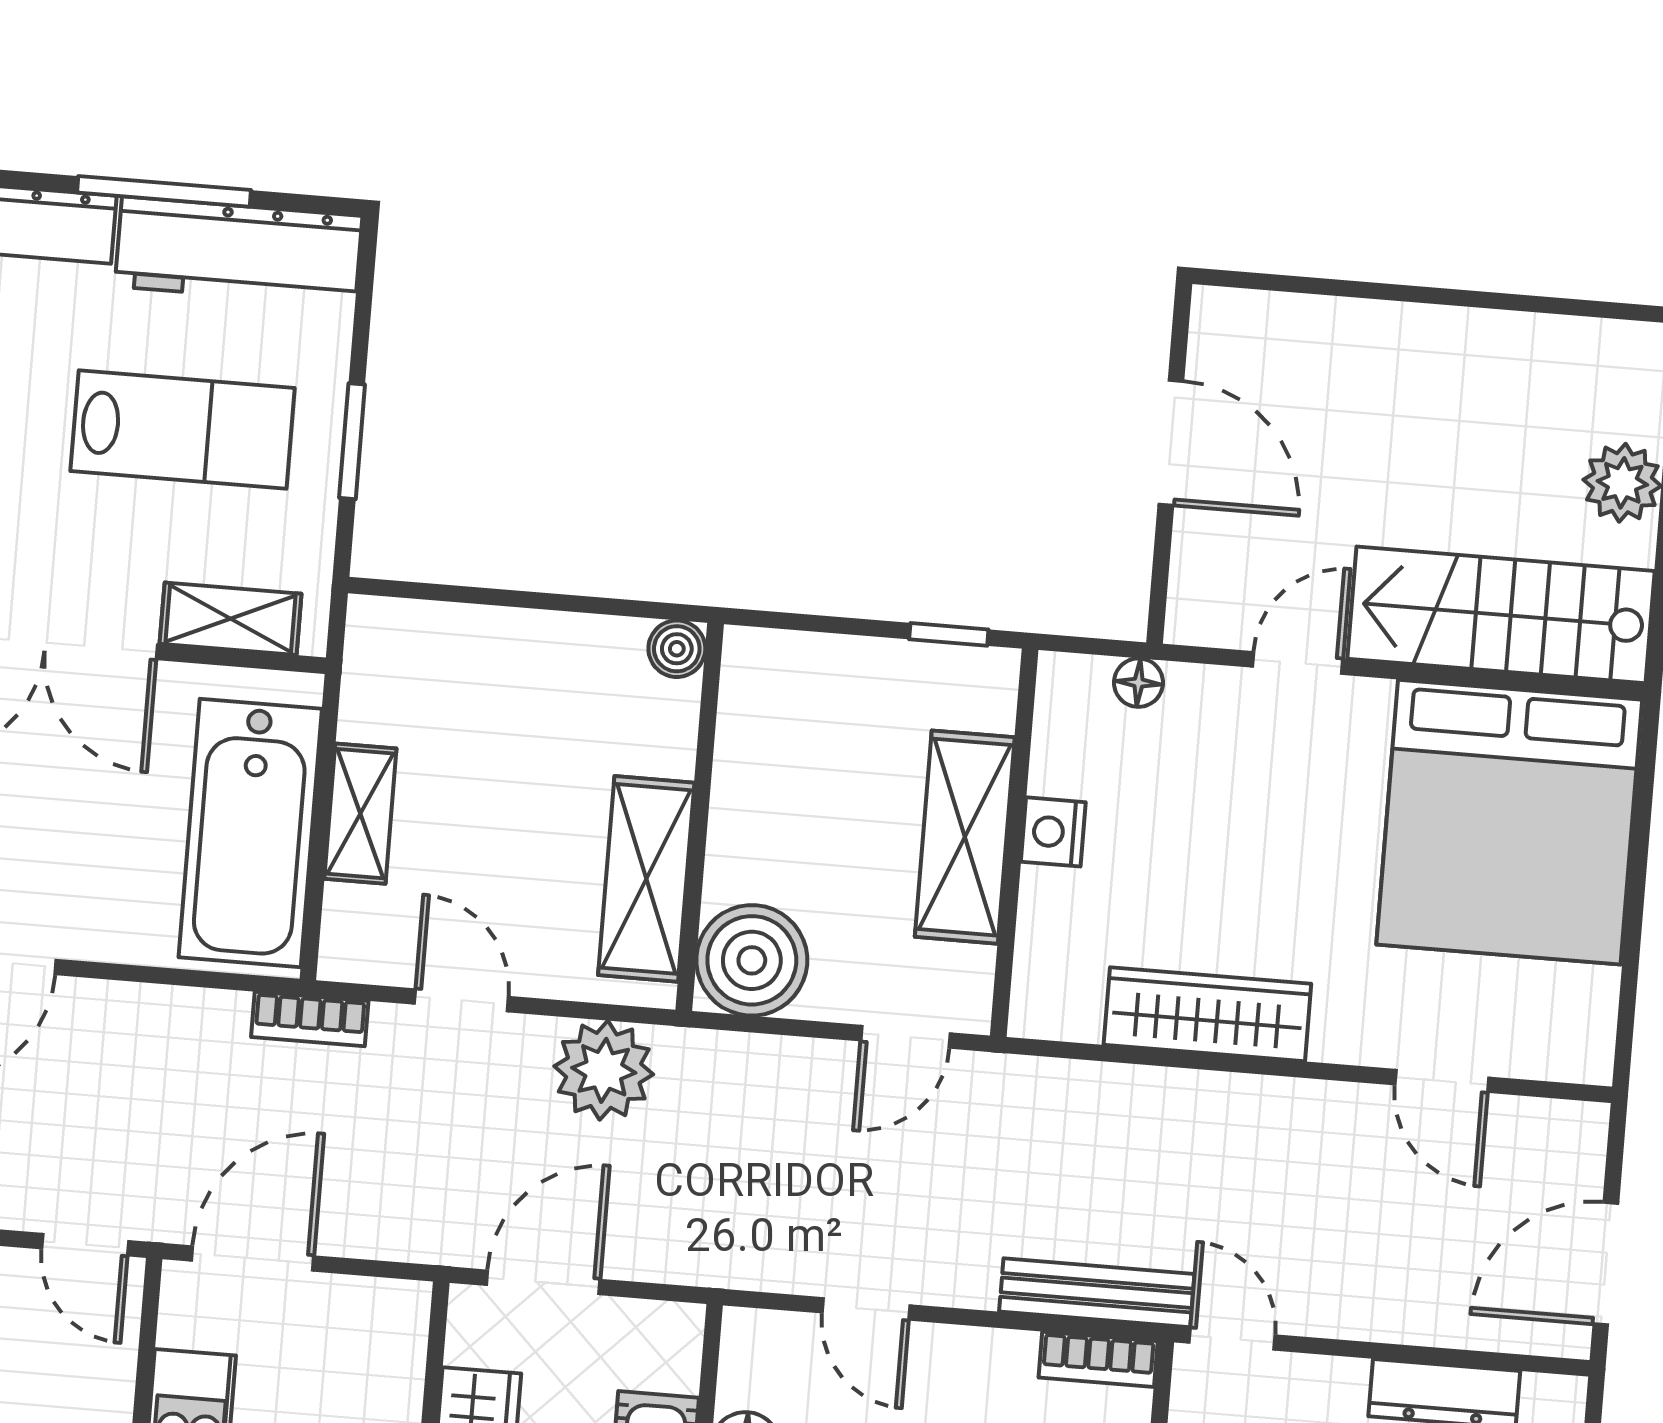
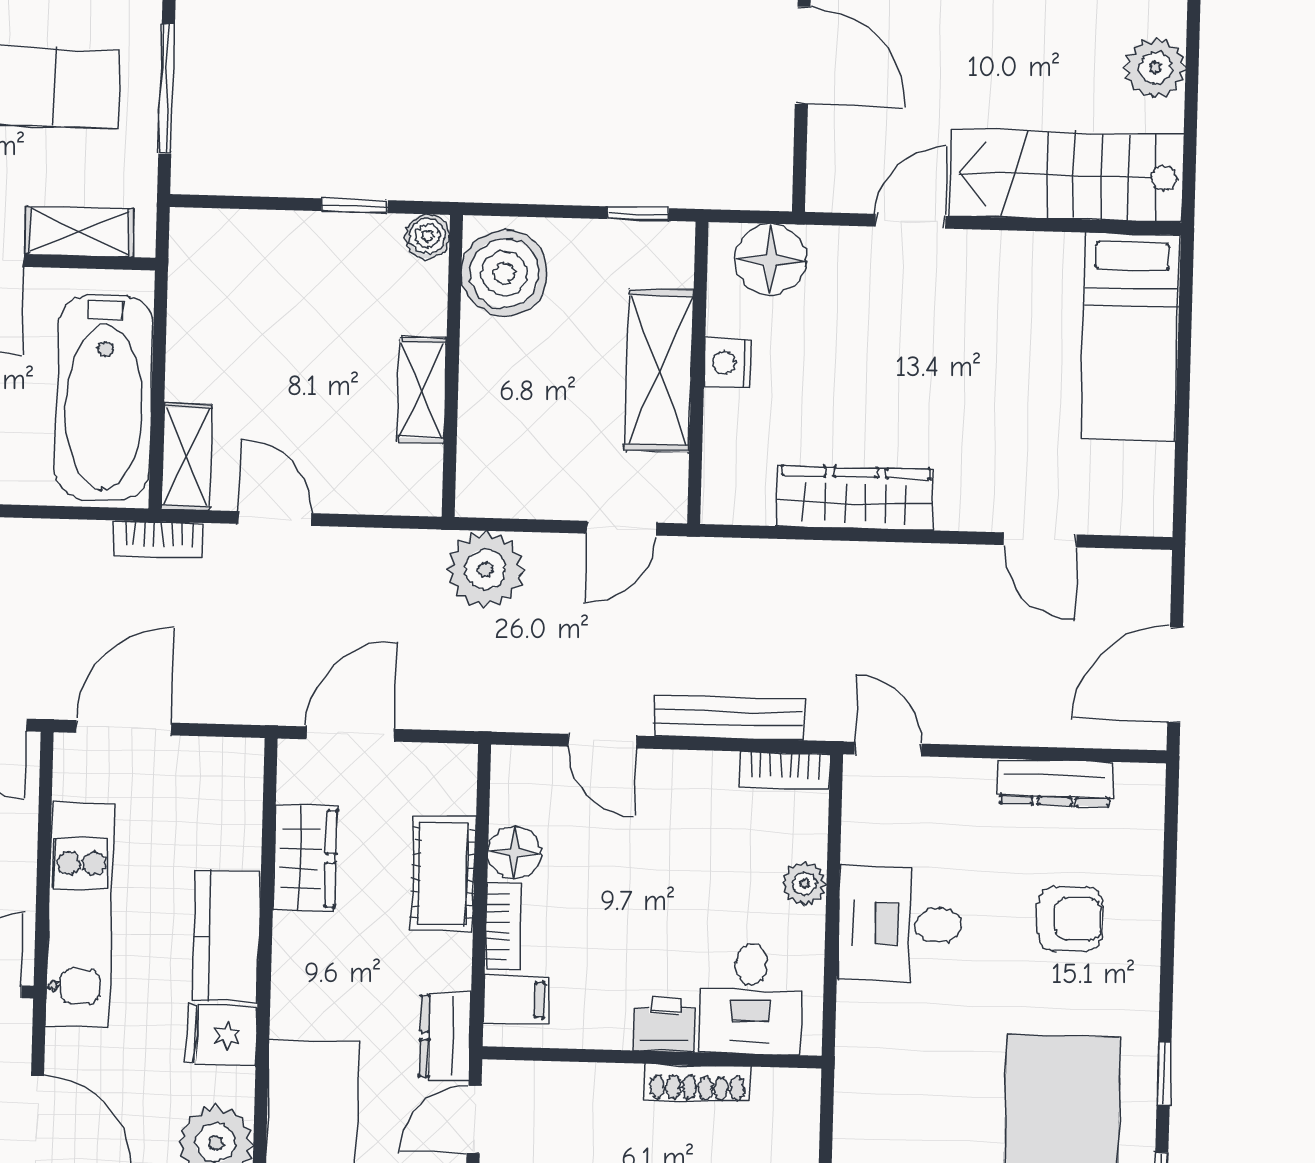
window: (352, 441) -> (167, 89), width x1.44
window: (585, 604) -> (355, 206), added
floor lamp: (1138, 683) -> (770, 260), width x1.89, depth x1.89
shelving: (360, 814) -> (186, 457), moved
bed: (1509, 822) -> (1130, 337), width x0.49
shelving: (646, 879) -> (422, 391), width x0.67, depth x0.75
boiler: (752, 960) -> (505, 273), moved
plant: (604, 1070) -> (485, 570), moved
bench: (1097, 1293) -> (729, 717), moved

